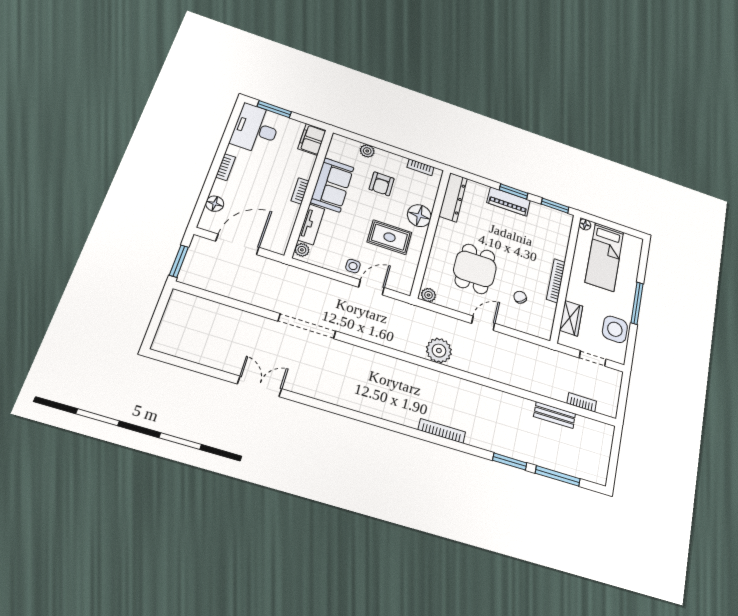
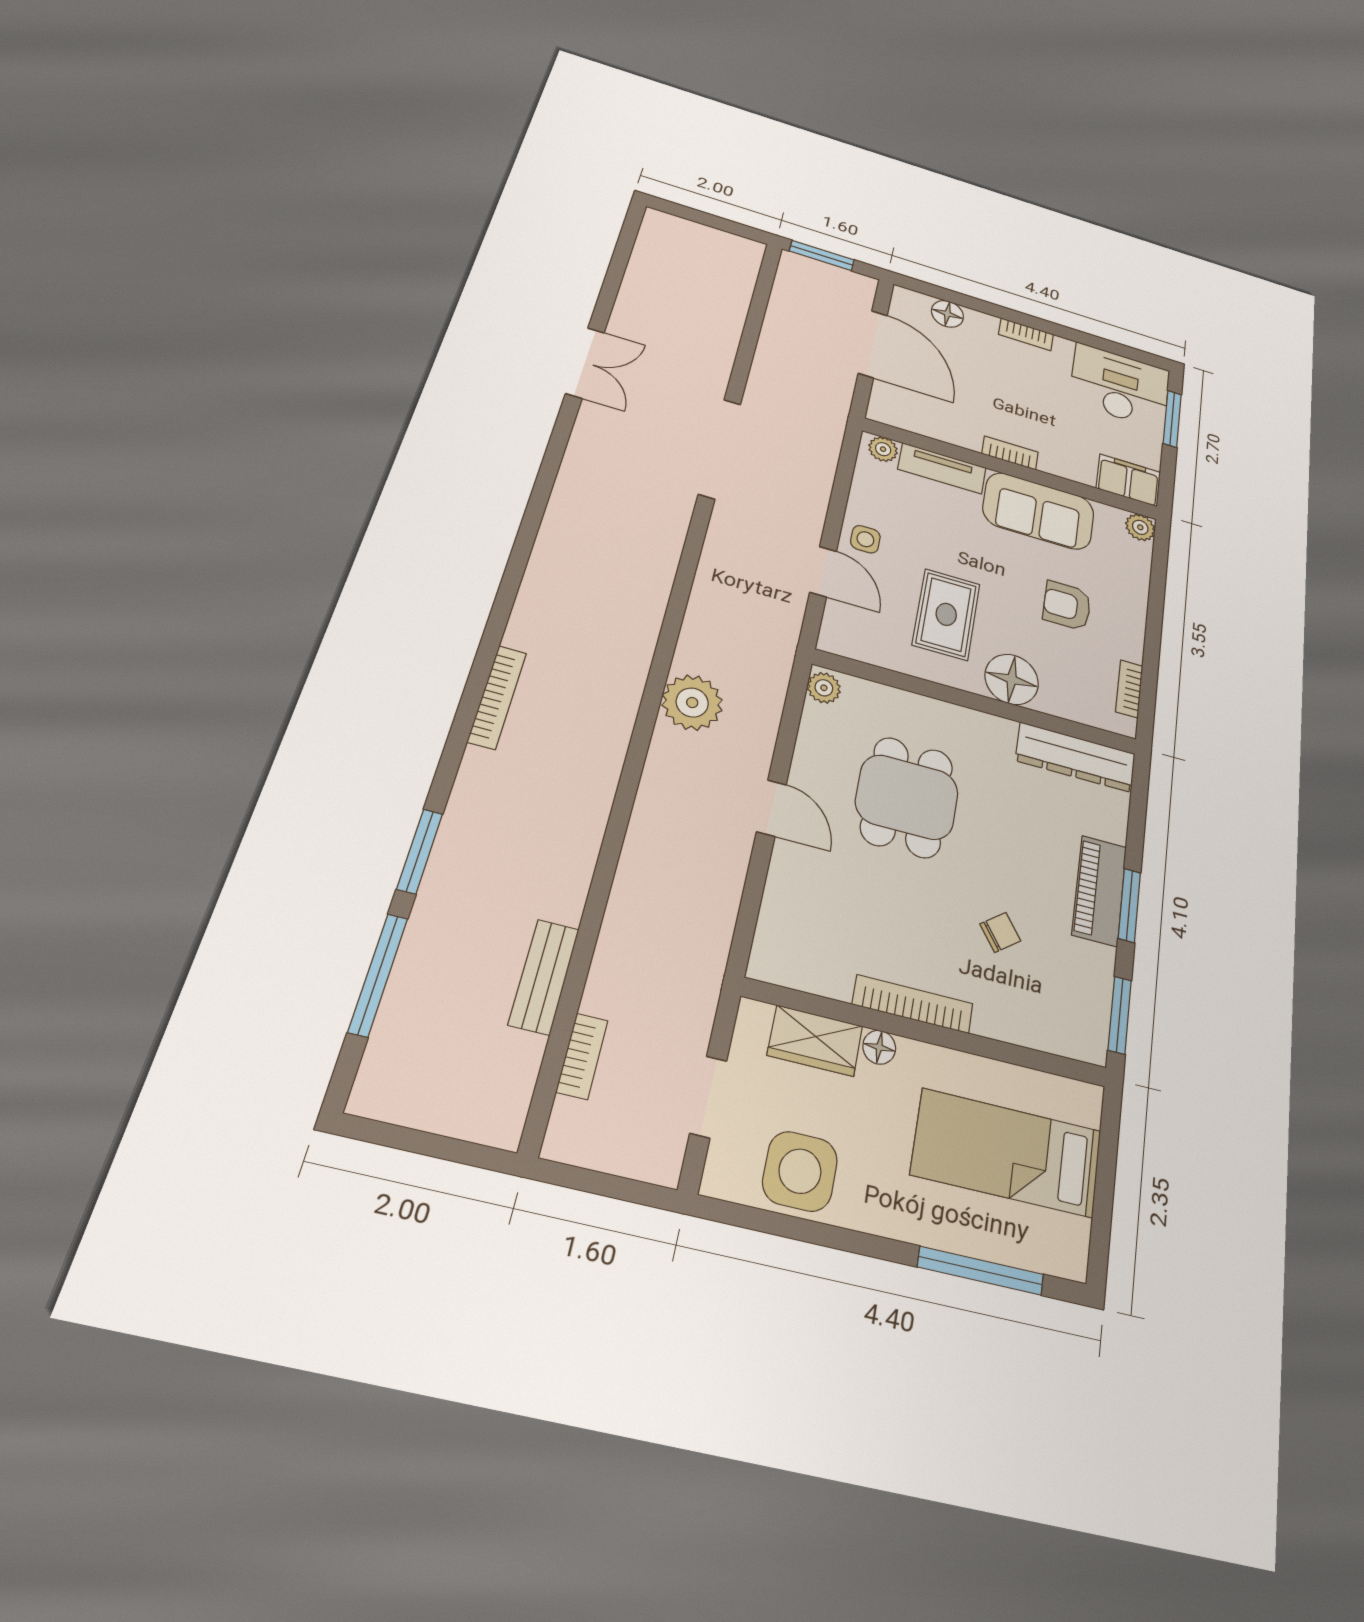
plant: (367, 151) -> (1140, 527), moved
floor lamp: (585, 224) -> (879, 1047), moved
dining table: (475, 269) -> (907, 797), turned 90
chair: (520, 297) -> (1000, 932), moved
window: (637, 303) -> (981, 1271), moved

